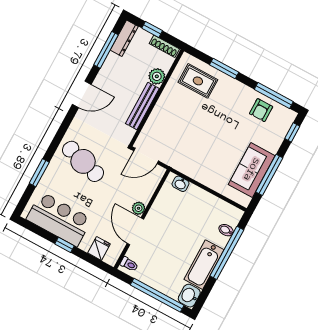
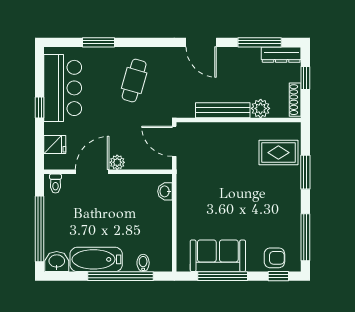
rug: (198, 81) -> (278, 153), turned 90
armchair: (261, 110) -> (274, 258), moved, turned 180
cafe table: (83, 161) -> (134, 81), width x0.73, depth x0.74

